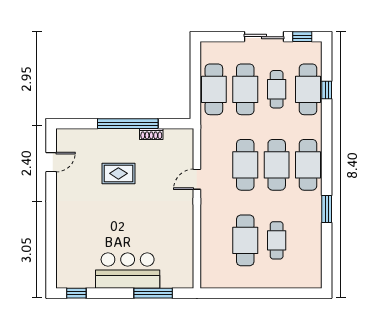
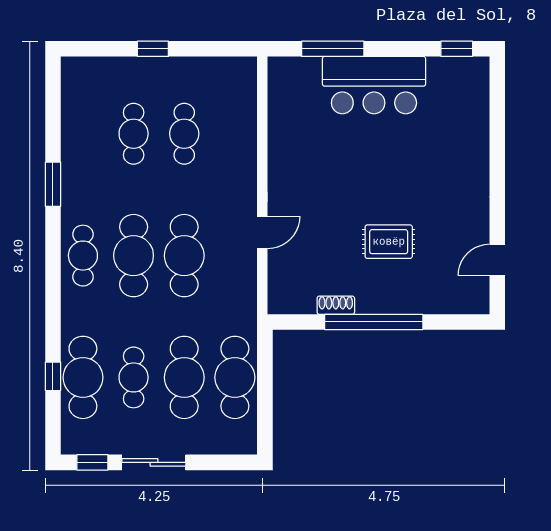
cafe table: (308, 165) -> (83, 256), width x0.73, depth x0.74
cafe table: (245, 240) -> (184, 134), width x0.73, depth x0.74
window: (265, 293) -> (153, 49), added

